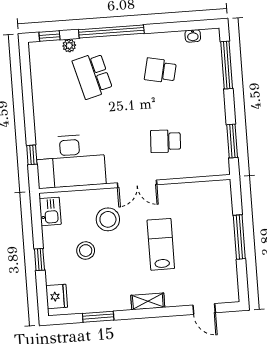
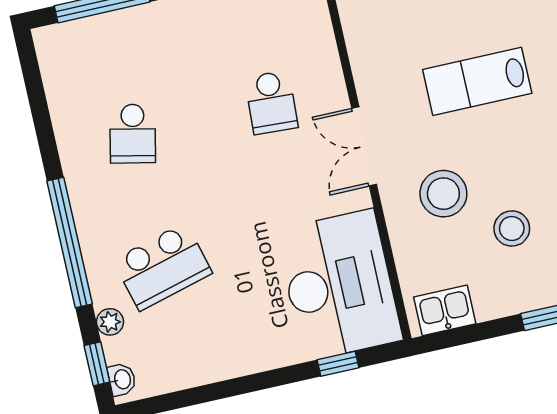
washbasin: (193, 36) -> (122, 379), moved
double door: (137, 184) -> (364, 146), swing flipped

